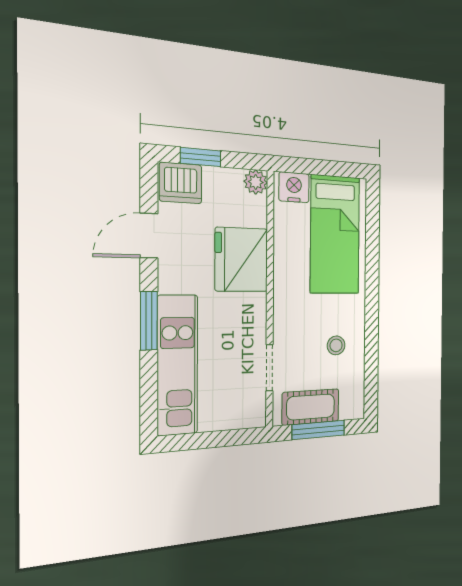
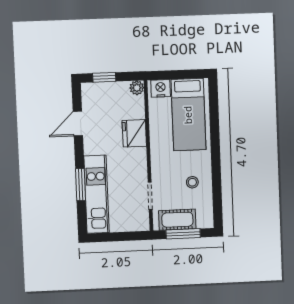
dishwasher: (181, 183) -> (94, 93), removed
fridge: (241, 260) -> (134, 133), width x0.73, depth x0.75
window: (149, 321) -> (81, 185), moved

